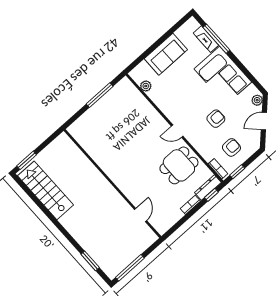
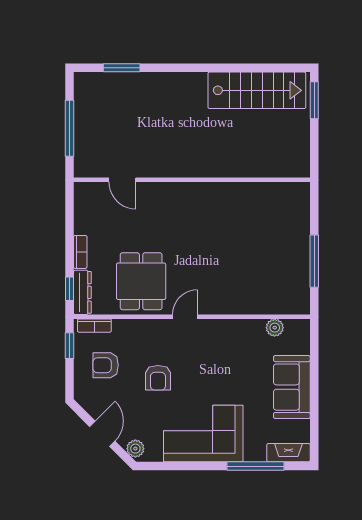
fireplace: (206, 39) -> (288, 453), moved
armchair: (231, 147) -> (106, 365), turned 90
window: (130, 268) -> (69, 128), moved

